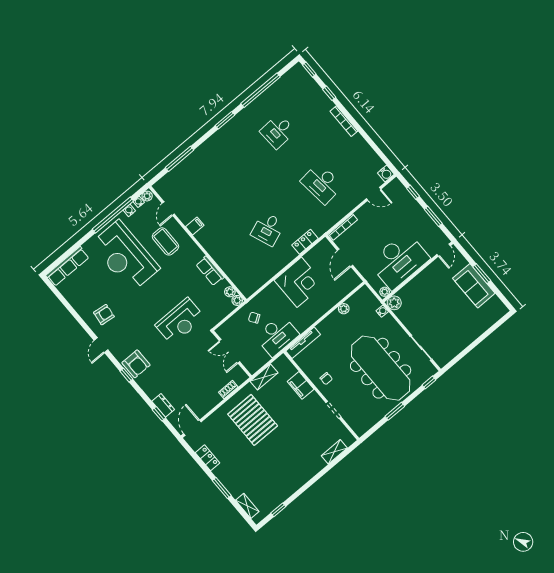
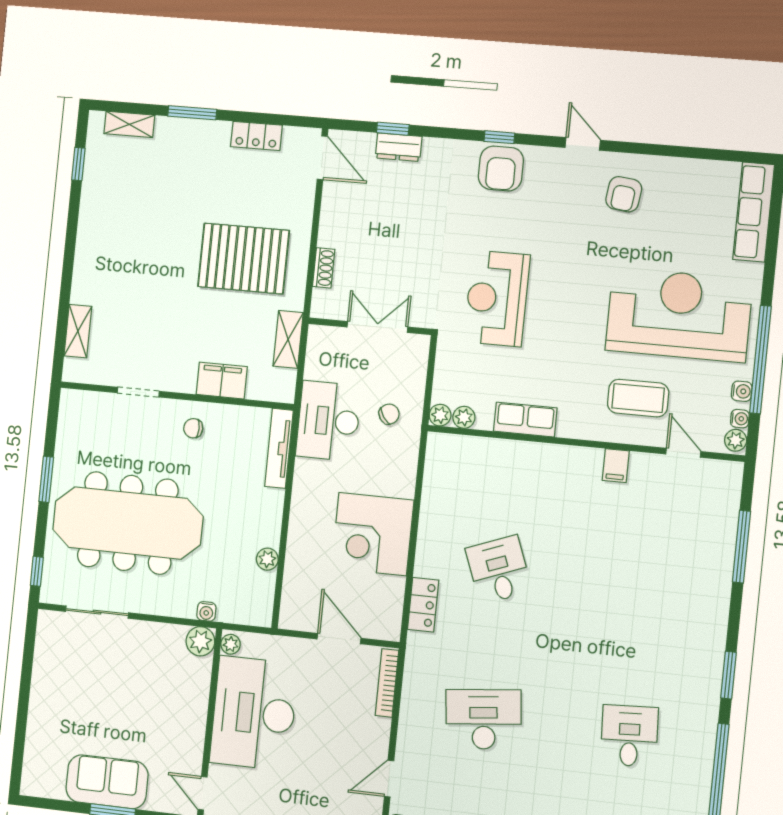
armchair: (136, 364) -> (501, 169), turned -90

